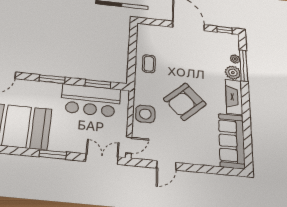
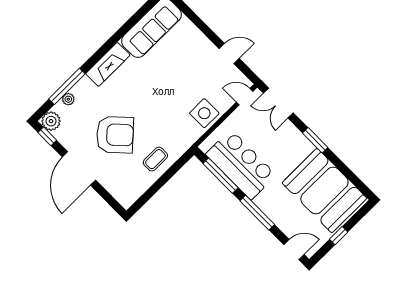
plant: (233, 73) -> (51, 121), moved
window: (52, 79) -> (257, 213), width x1.44
window: (98, 84) -> (221, 176), width x1.44
armchair: (185, 102) -> (115, 135), moved

